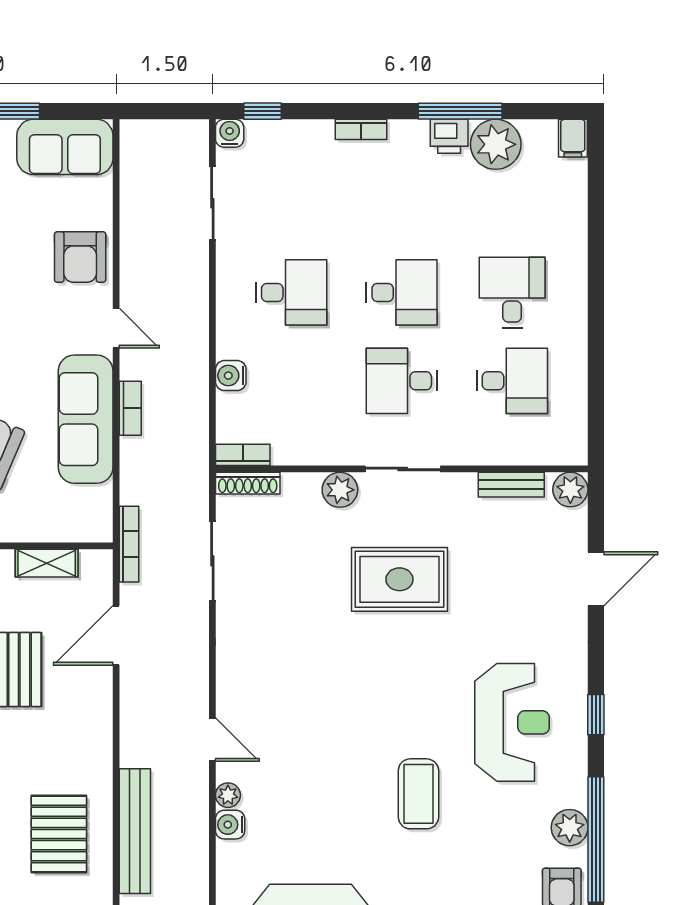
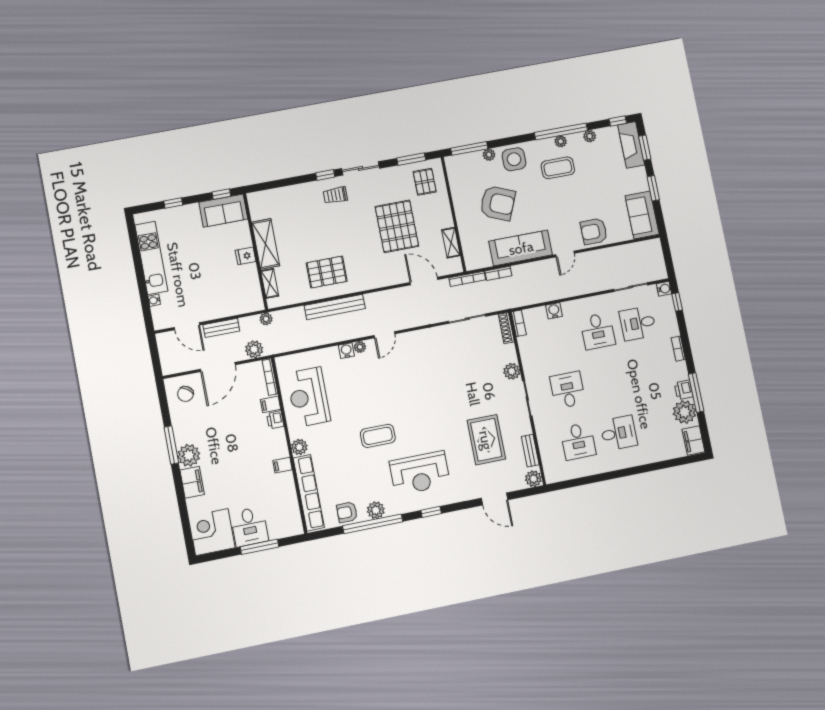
filing cabinet: (573, 138) -> (693, 441), width x2.00
desk: (402, 292) -> (638, 323), moved, turned 90
bookcase: (130, 408) -> (498, 273), moved
rug: (399, 579) -> (486, 440), moved

